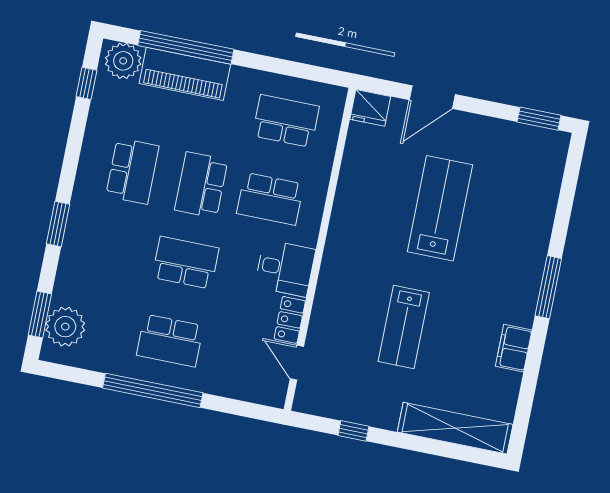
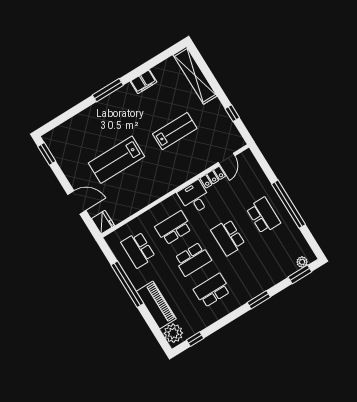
window: (186, 47) -> (127, 284), moved
school desk: (270, 199) -> (173, 228), turned -90
plant: (65, 327) -> (302, 262), width x0.53, depth x0.53

